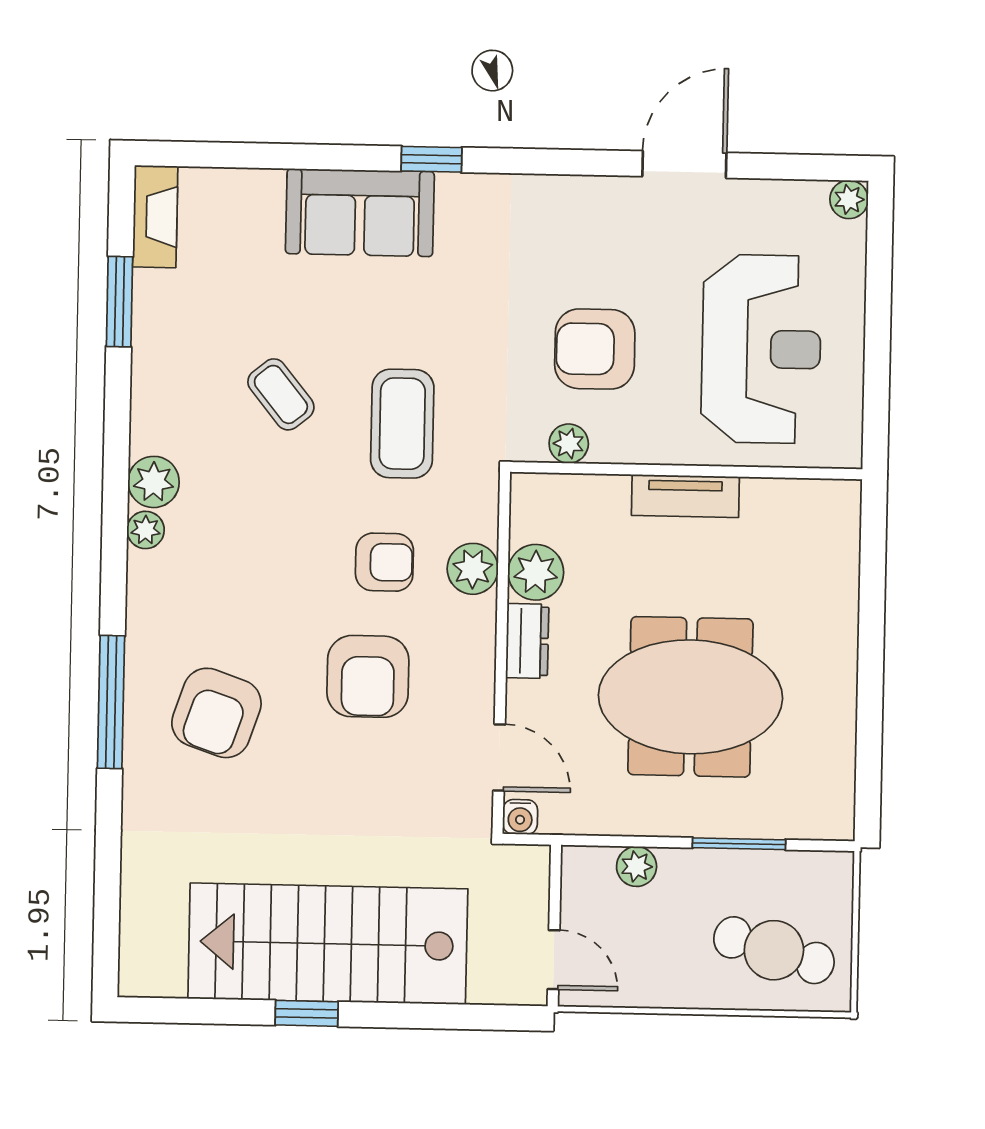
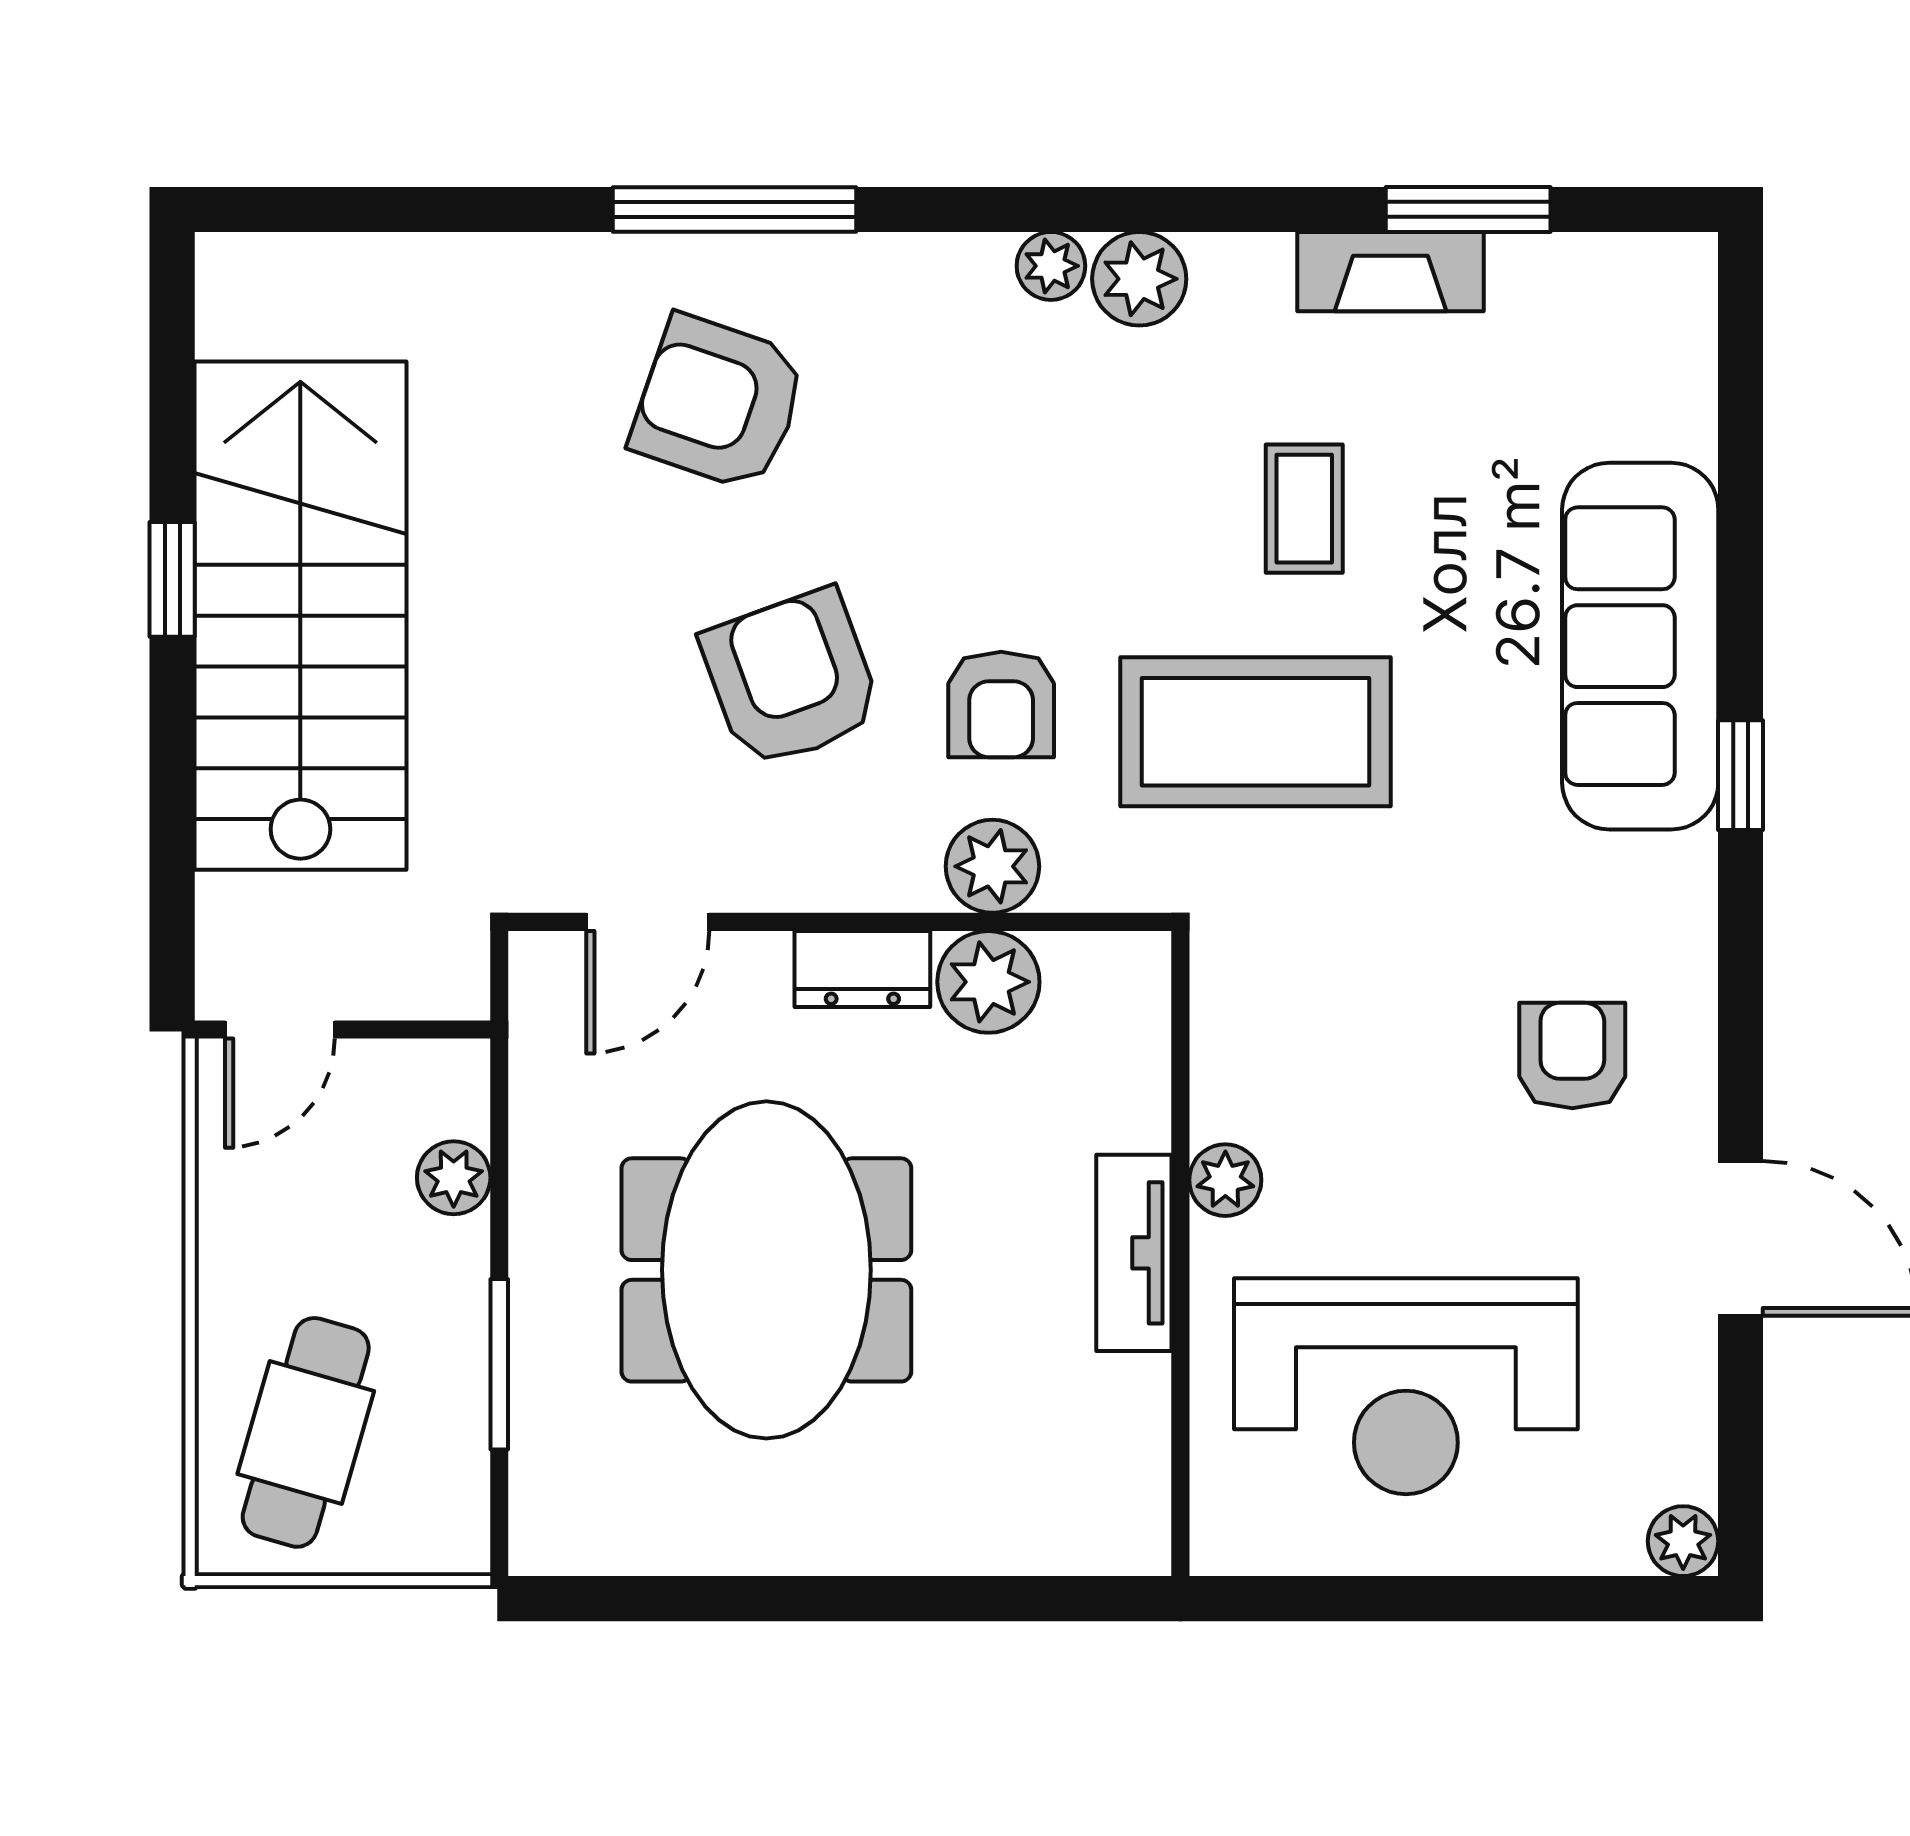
sofa: (360, 213) -> (1640, 646), width x1.36
fireplace: (155, 217) -> (1390, 272), moved
armchair: (595, 349) -> (1572, 1056), moved, width x0.72, depth x0.72
coffee table: (281, 394) -> (1304, 509), turned -51
coffee table: (402, 424) -> (1255, 732), width x1.36, depth x1.32
plant: (569, 444) -> (1225, 1180), moved
armchair: (368, 676) -> (791, 679), turned 70
water cooler: (520, 817) -> (540, 963), removed

